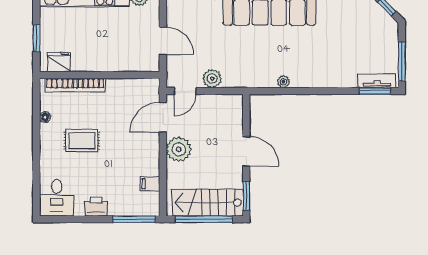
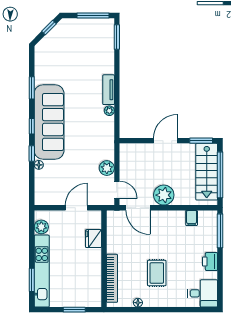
fridge: (59, 62) -> (94, 239), moved
tv unit: (377, 81) -> (109, 90), moved

